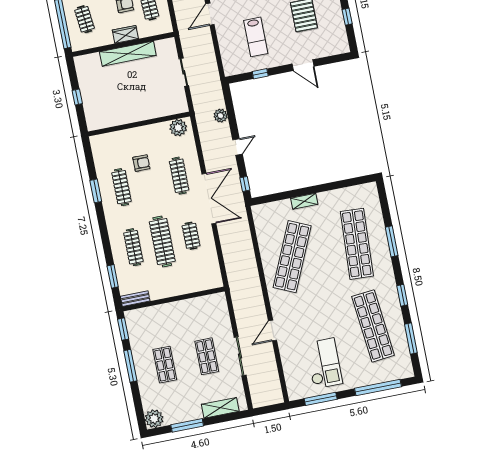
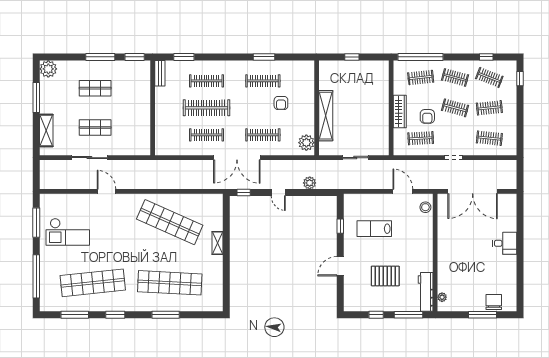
wardrobe: (125, 34) -> (400, 112), width x1.50
shelving: (128, 54) -> (326, 116), moved
clothes rail: (191, 236) -> (206, 135), width x1.36

